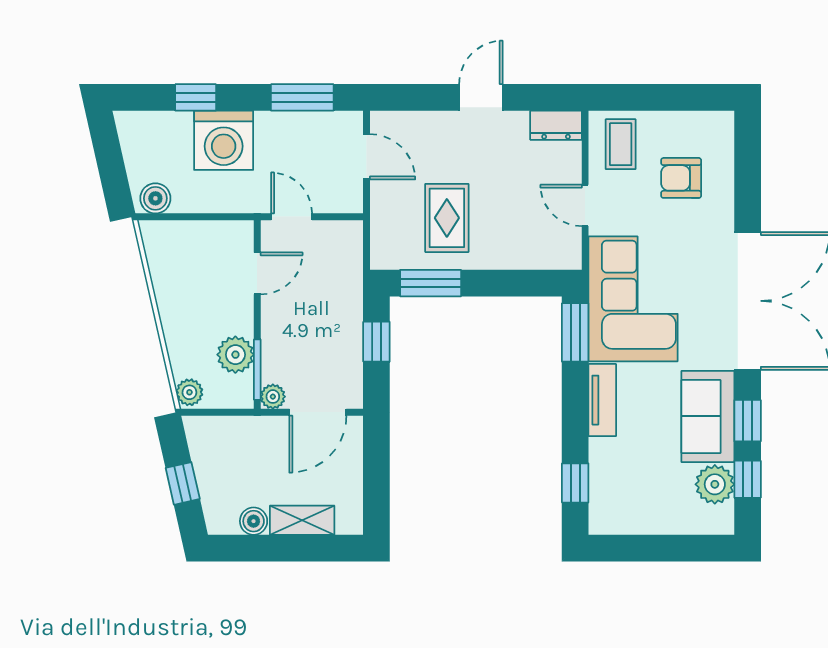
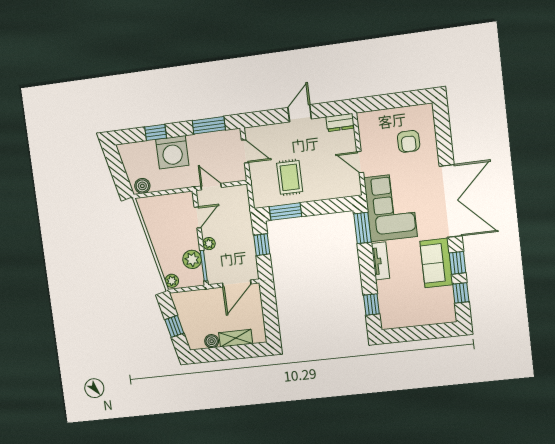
coffee table: (621, 144) -> (375, 128), removed
armchair: (681, 178) -> (409, 141), turned -90
plant: (273, 397) -> (209, 244), moved
plant: (715, 484) -> (444, 297), removed

